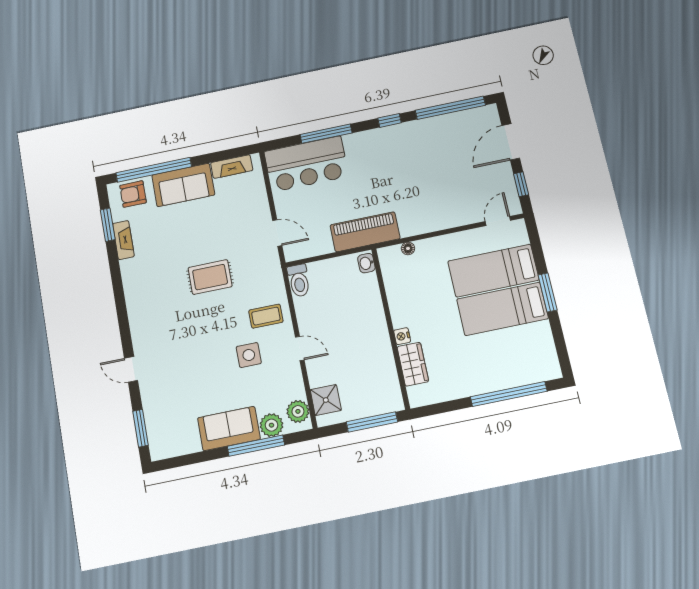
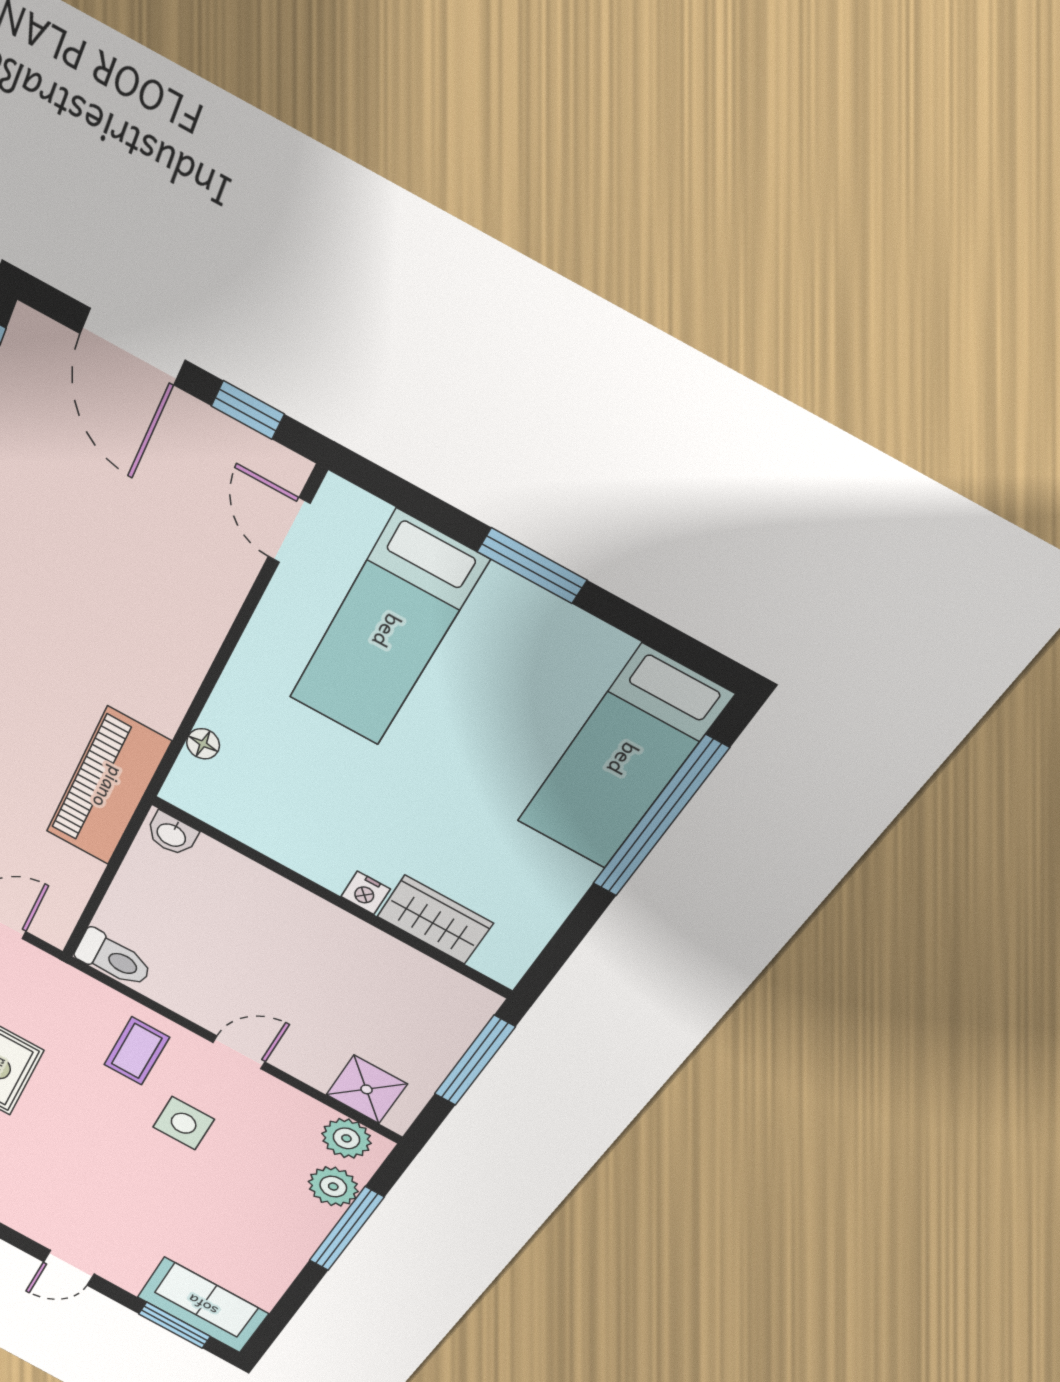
bed: (502, 309) -> (623, 759), moved
sofa: (229, 429) -> (203, 1305), moved, turned 90

